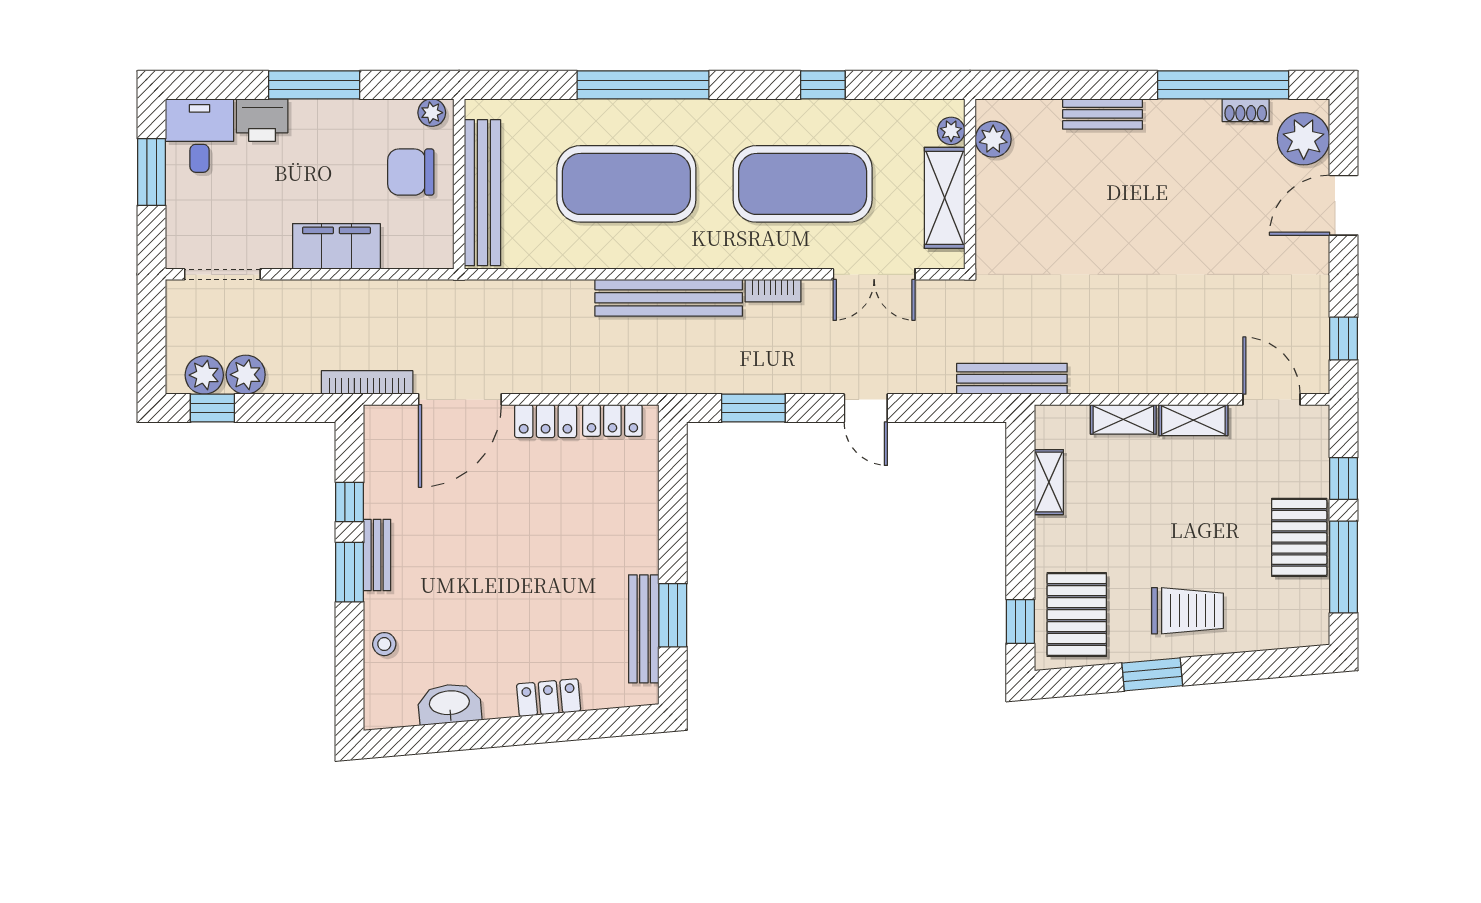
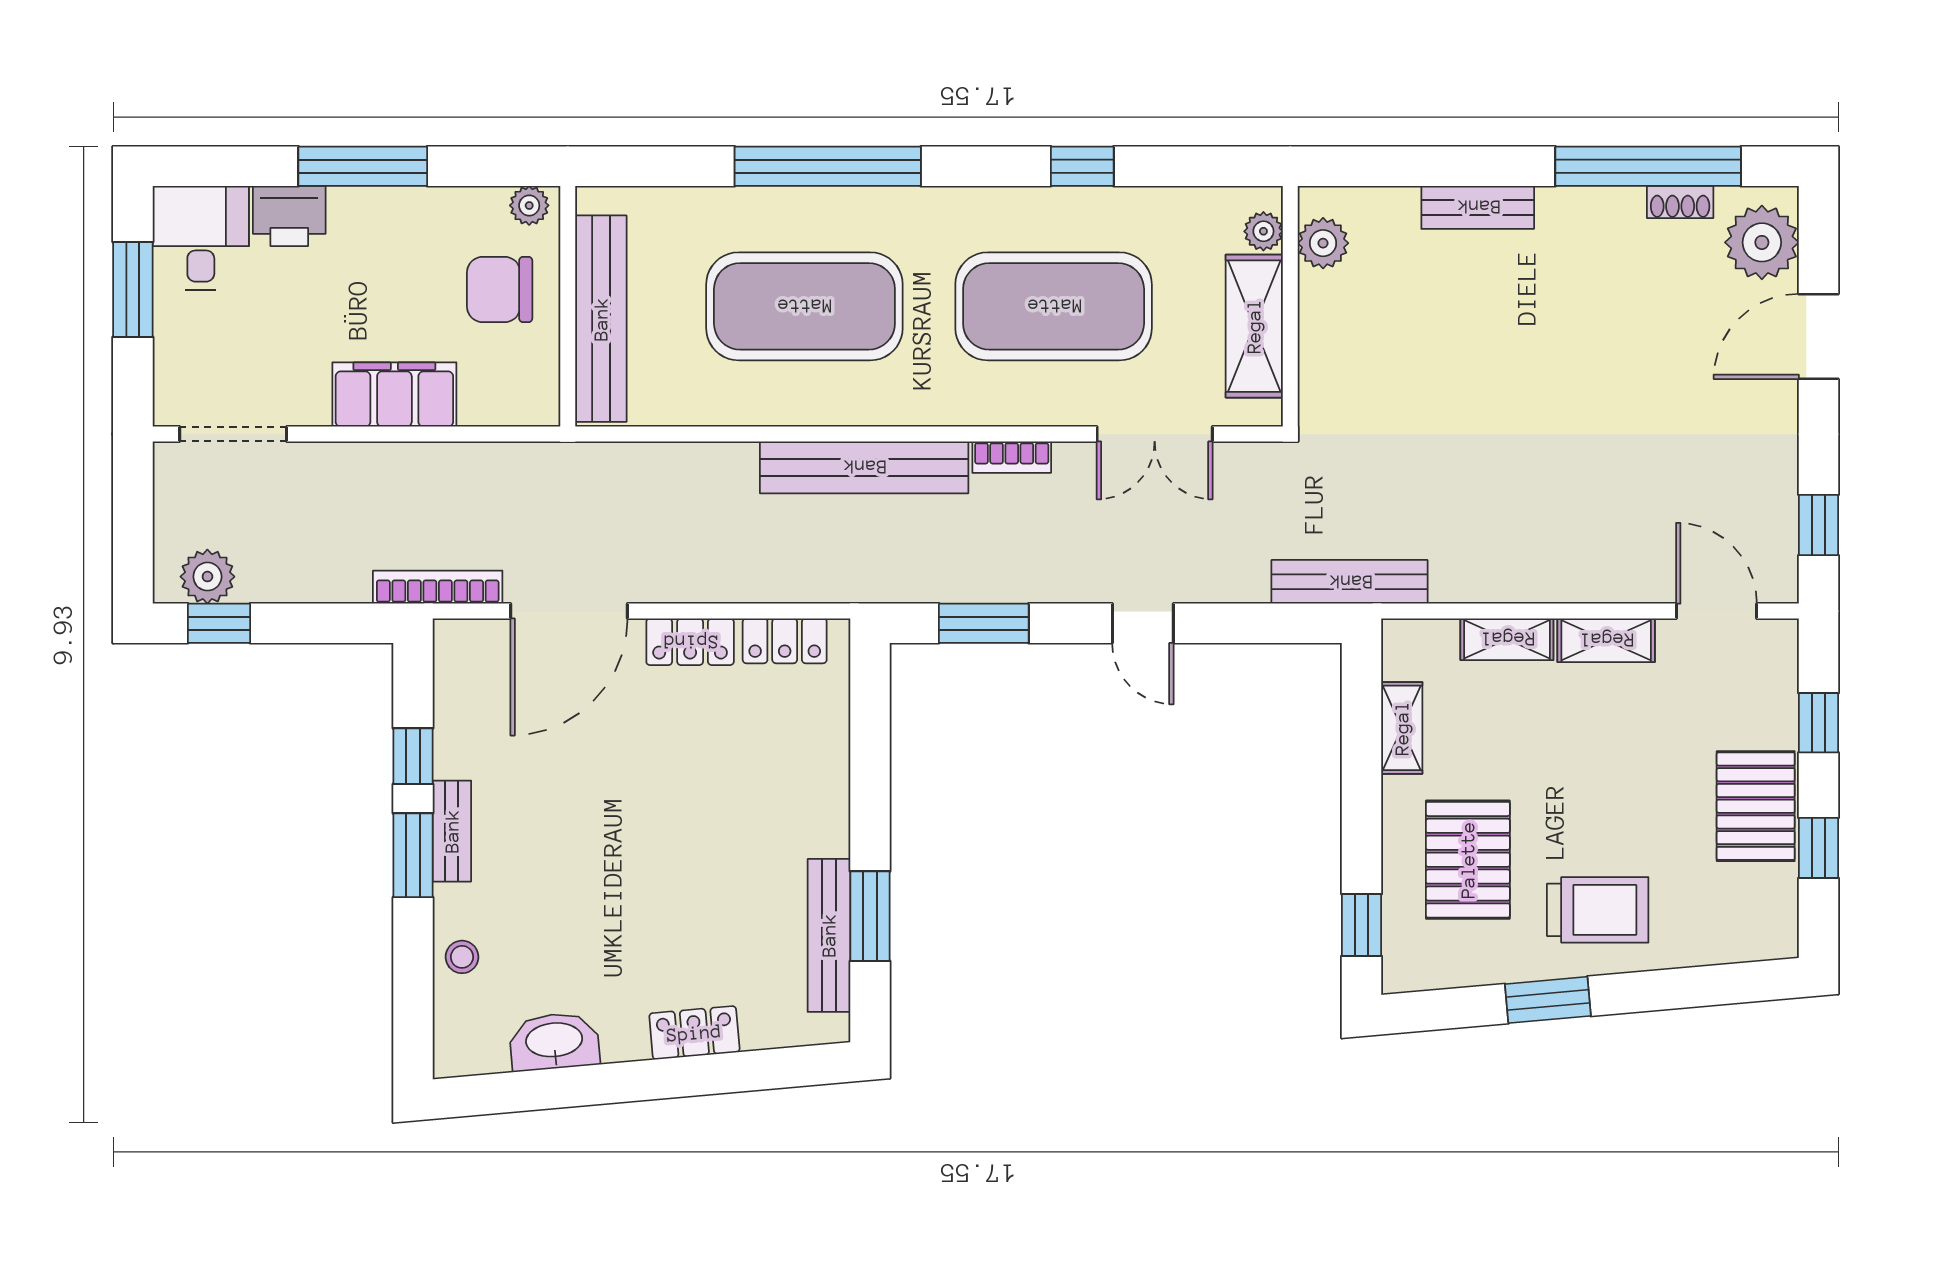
plant: (246, 375) -> (266, 576), removed
window: (1344, 567) -> (1819, 848), width x0.46
pallet: (1077, 615) -> (1468, 860), moved

